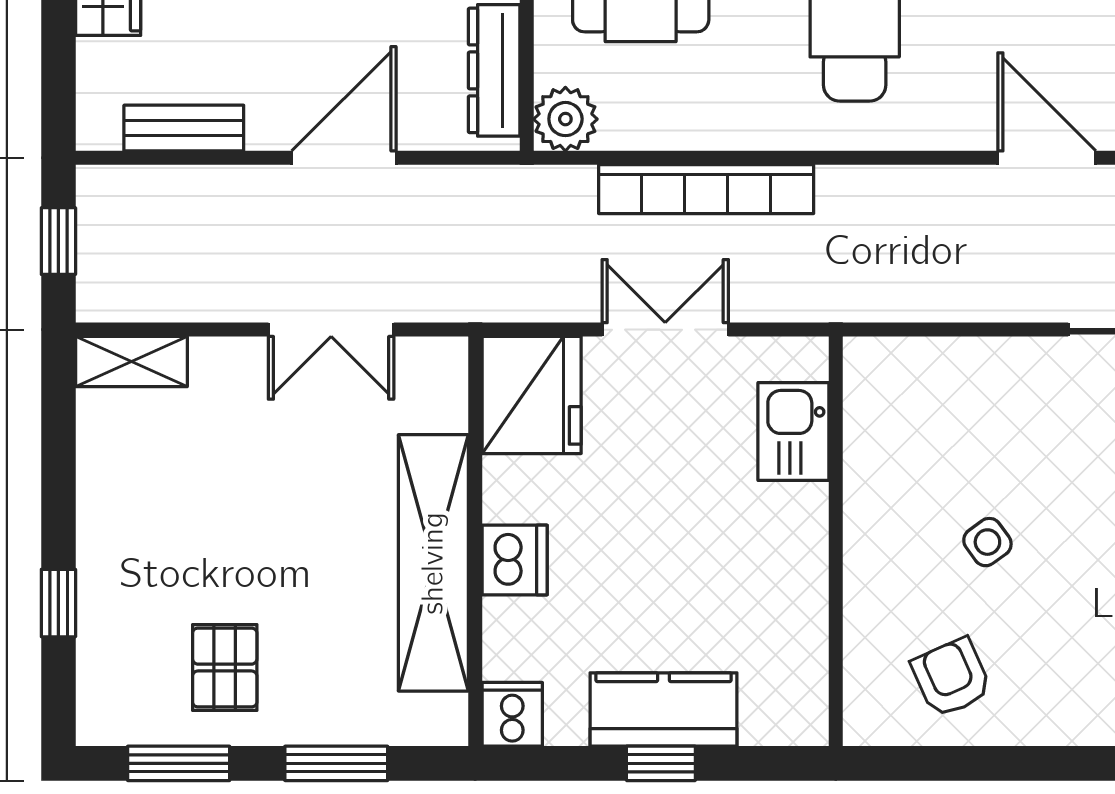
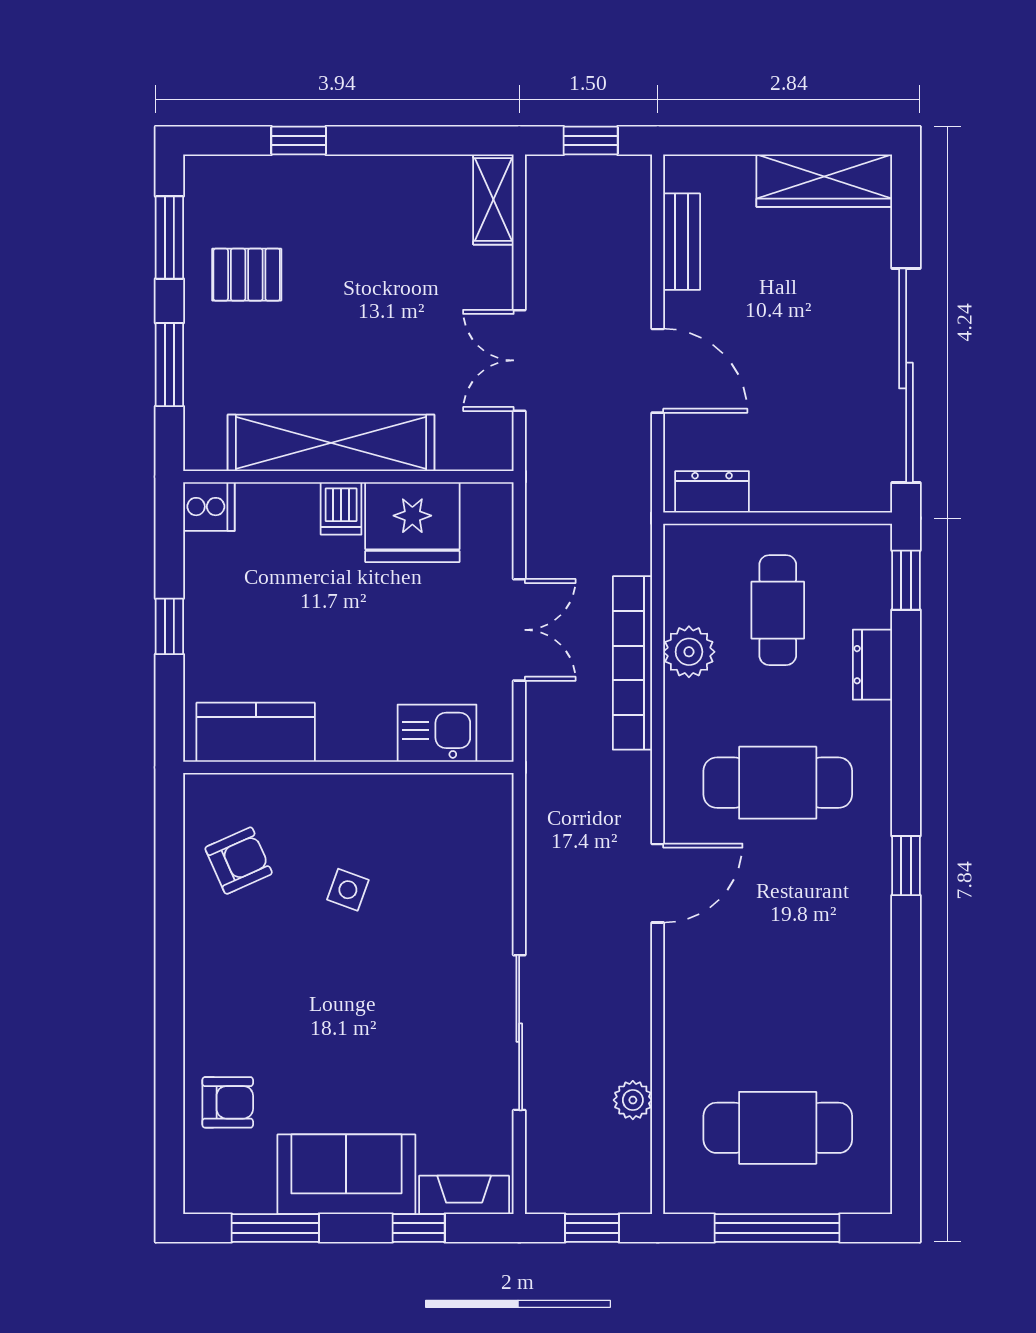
dresser: (494, 70) -> (712, 492), width x0.70
plant: (565, 119) -> (689, 652), moved
door: (1047, 158) -> (658, 883), moved
fridge: (532, 395) -> (412, 522), moved
side table: (987, 542) -> (348, 890), turned -34
dishwasher: (515, 560) -> (341, 508), width x0.73
kitchen counter: (663, 710) -> (256, 732), moved, turned -90

